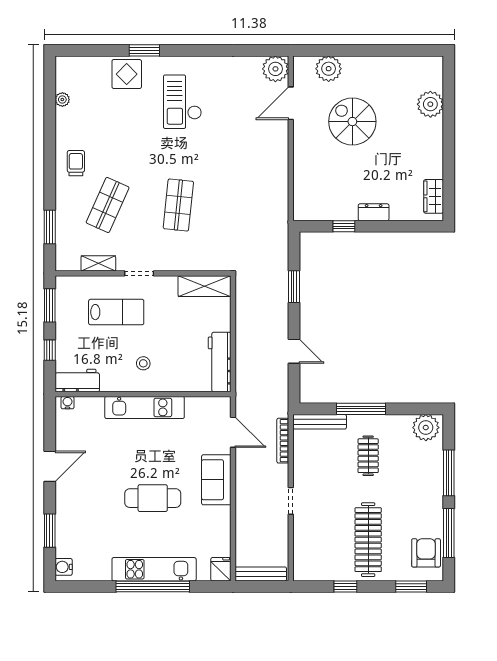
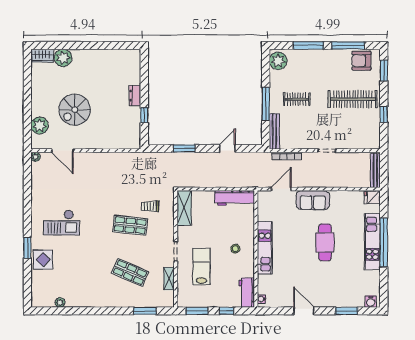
plant: (275, 69) -> (36, 157), width x0.53, depth x0.53
trolley: (76, 163) -> (150, 206), moved
wardrobe: (434, 196) -> (42, 56), moved

